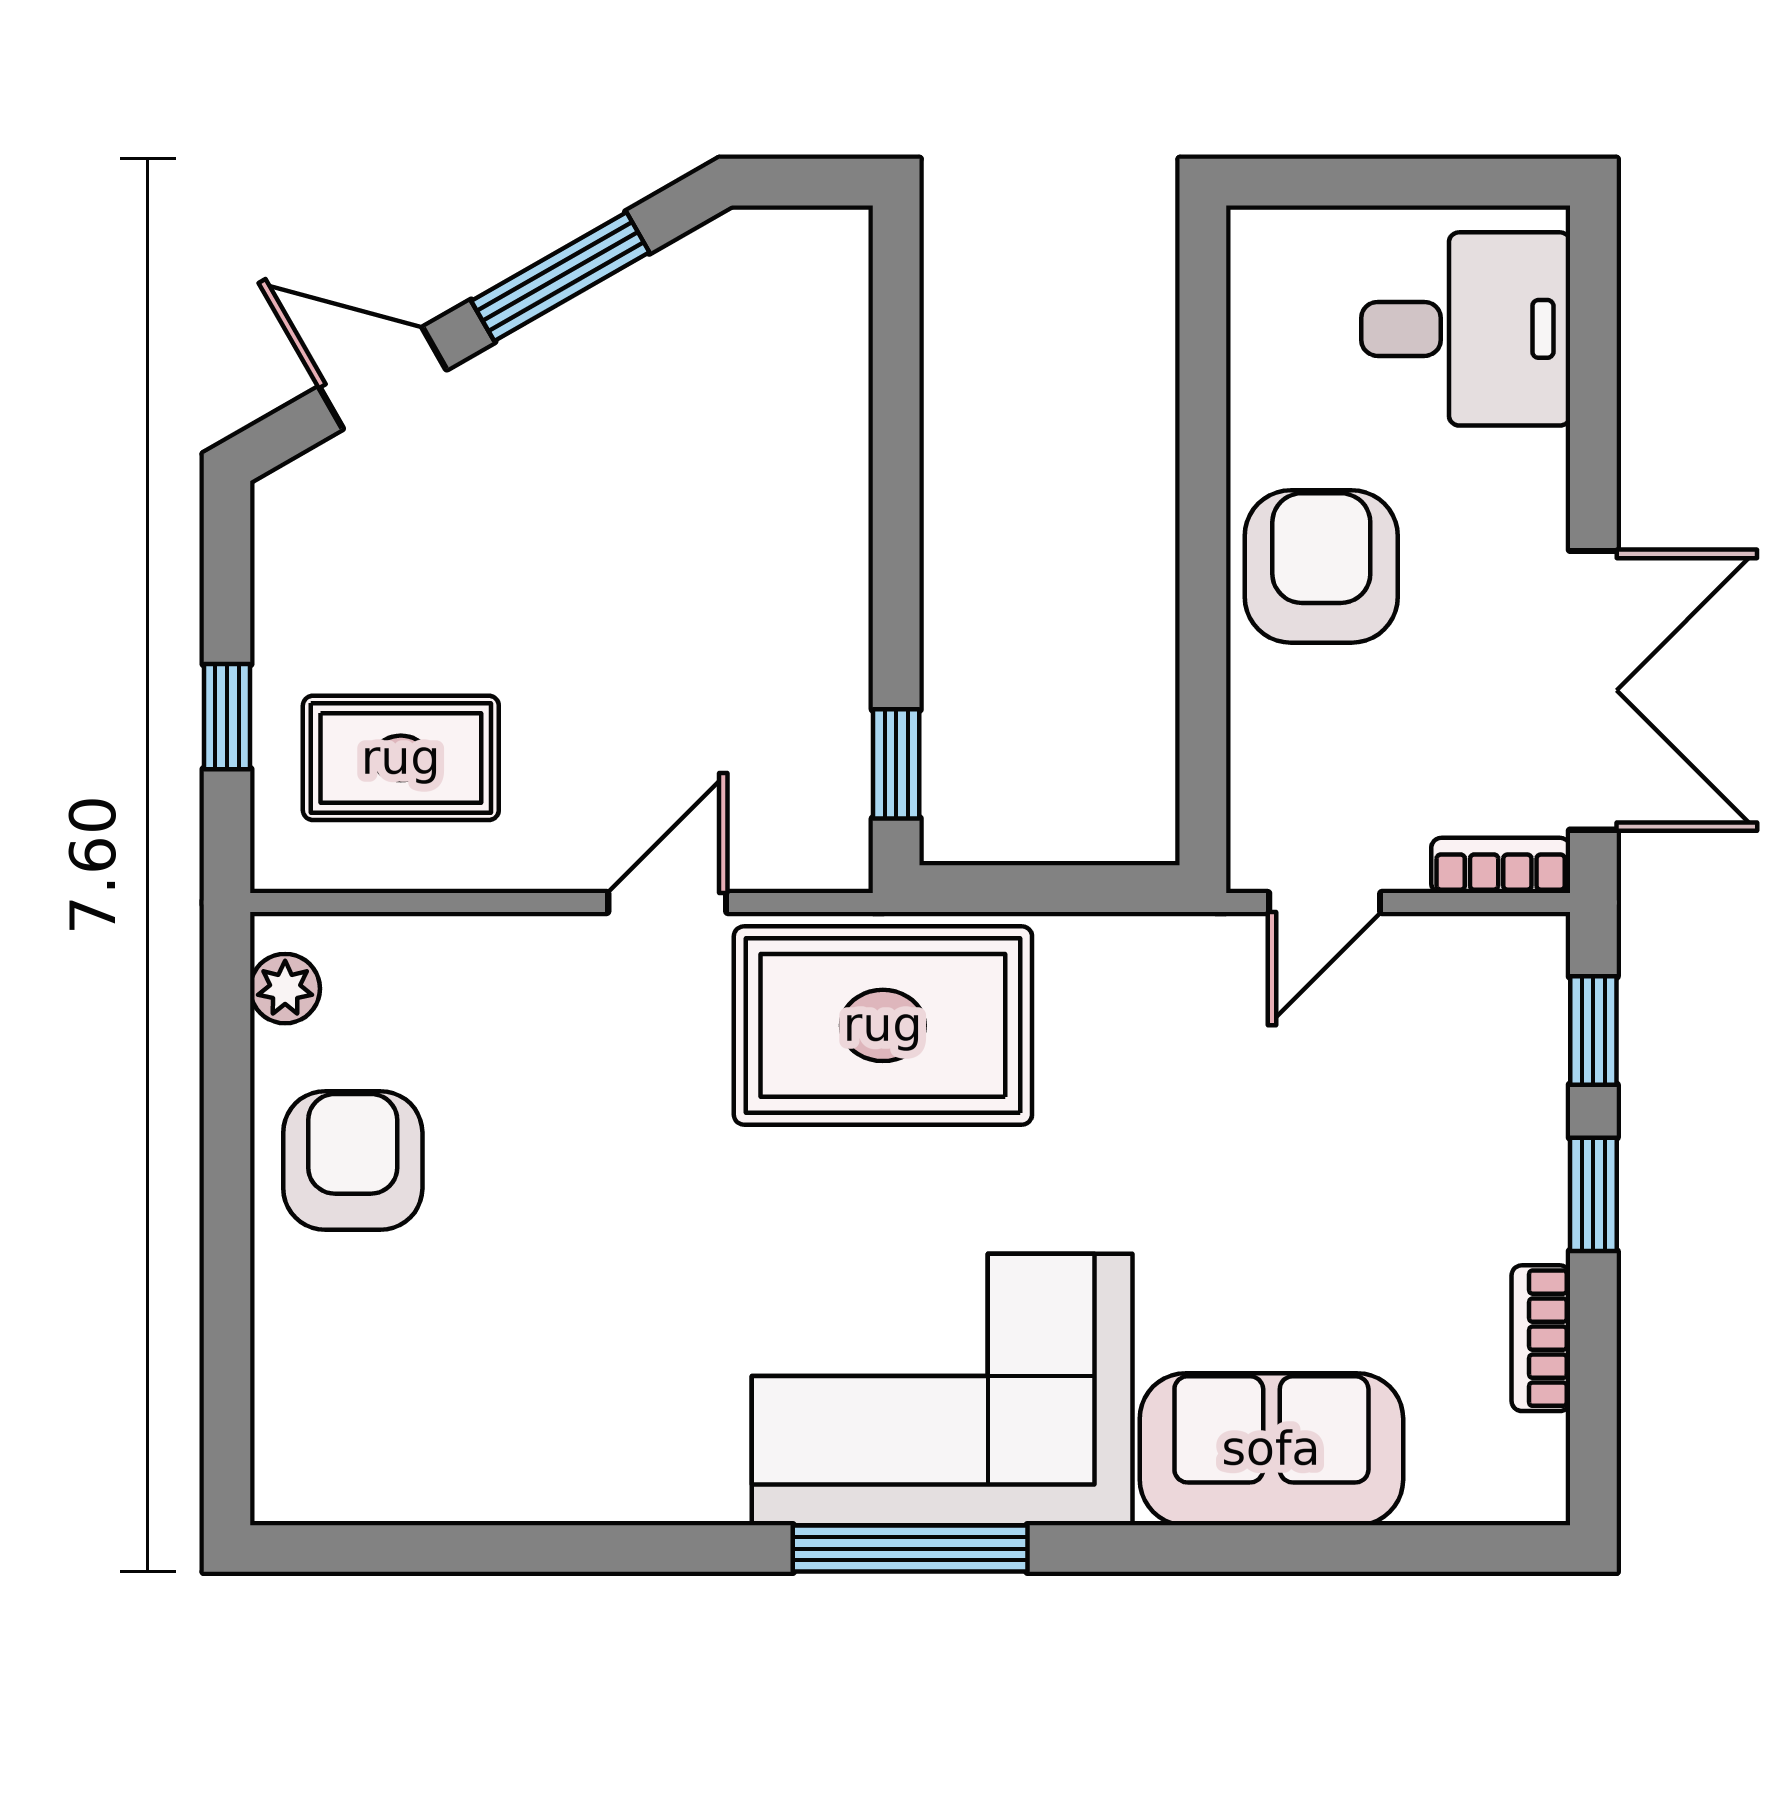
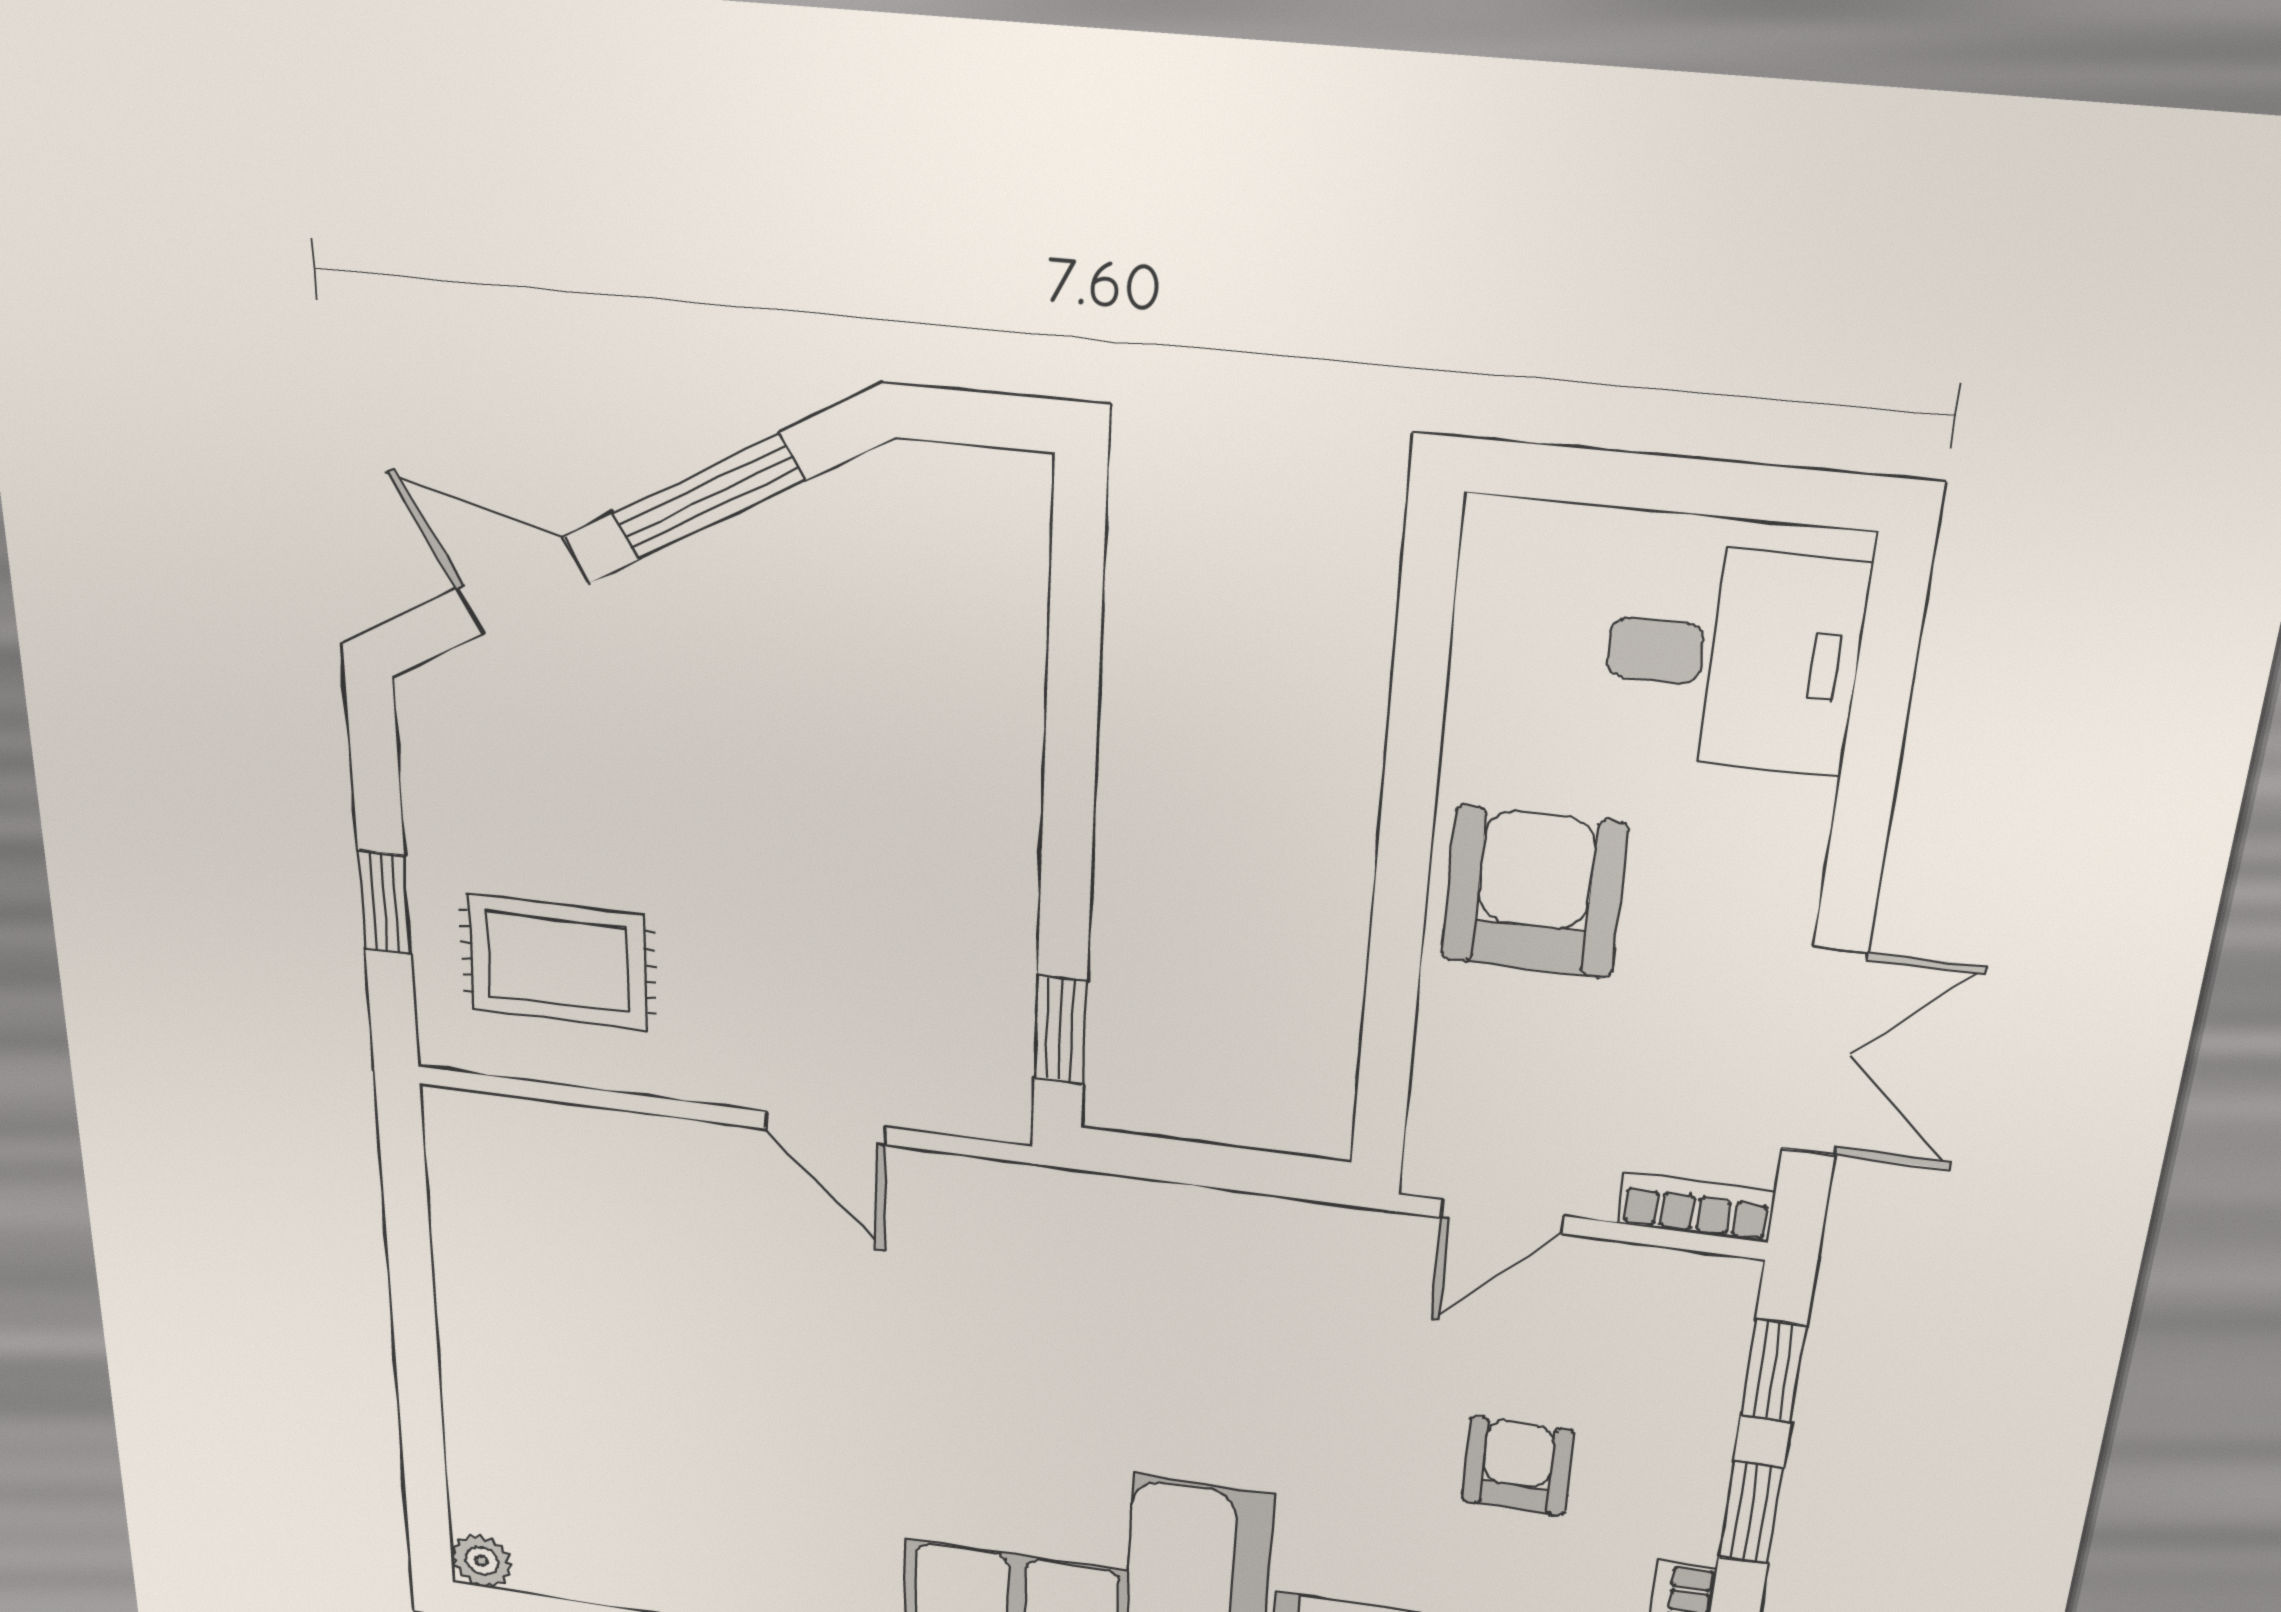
double door: (1593, 690) -> (1824, 1052), width x0.73
door: (667, 903) -> (825, 1128), swing flipped
plant: (285, 989) -> (482, 1561), moved
rug: (883, 1025) -> (1038, 1266), removed
armchair: (353, 1160) -> (1518, 1466), moved, width x0.72, depth x0.72

